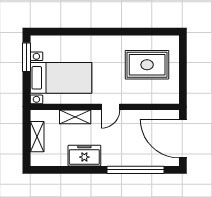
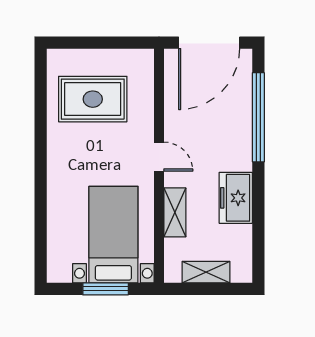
window: (26, 57) -> (106, 289), moved
rug: (147, 65) -> (93, 99), turned 90

